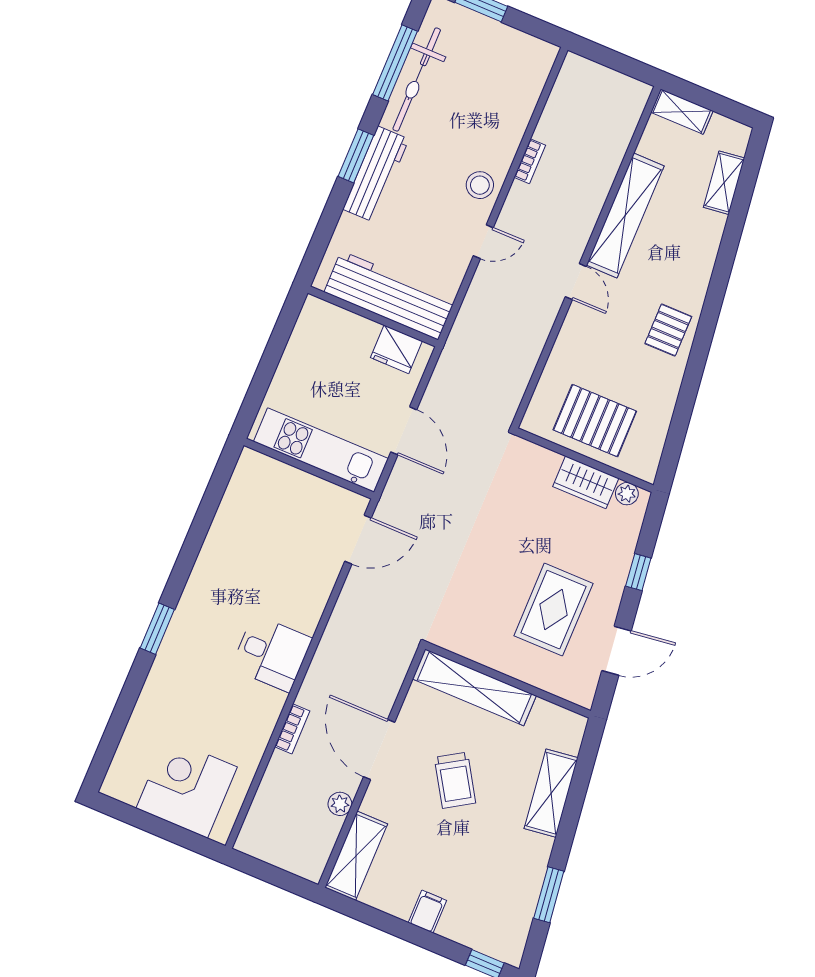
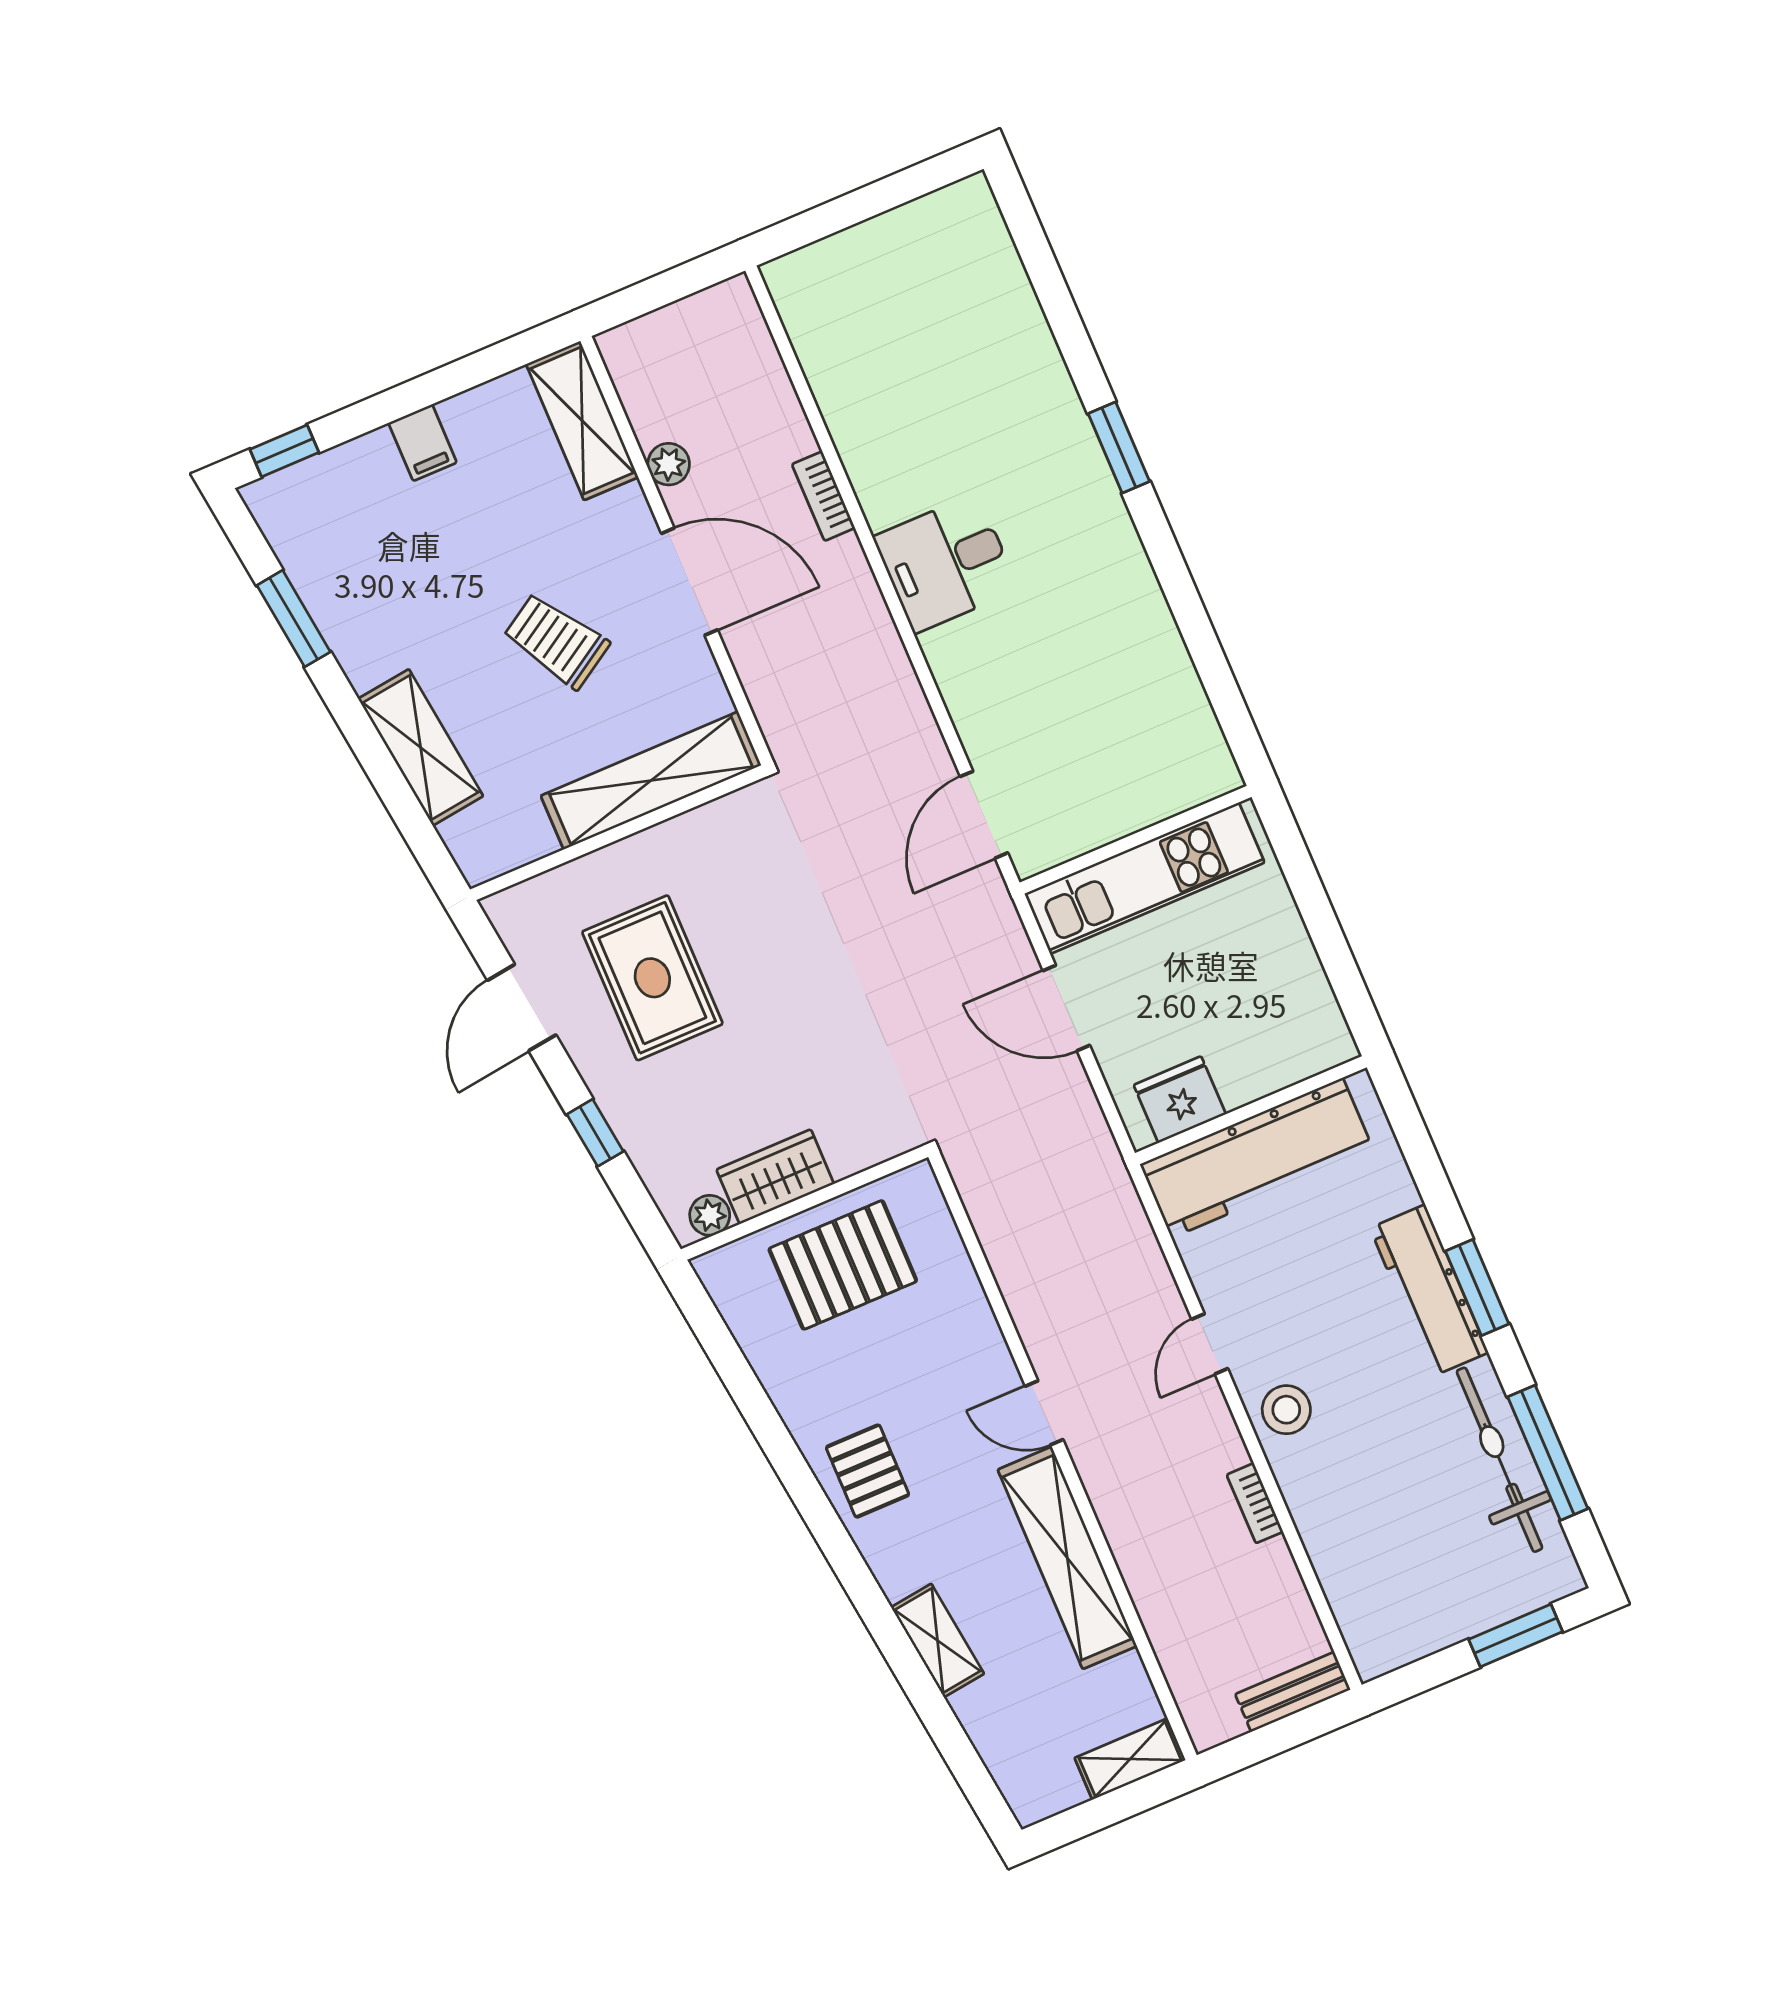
bench: (591, 72) -> (1293, 1692), added
shelving: (724, 183) -> (937, 1641), moved
corner desk: (187, 788) -> (879, 288), removed

